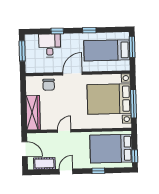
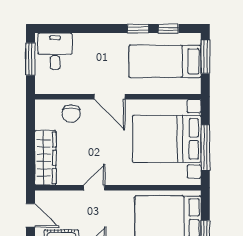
window: (57, 31) -> (168, 29), moved
desk: (50, 45) -> (55, 51), moved
door: (72, 73) -> (110, 97), swing flipped

